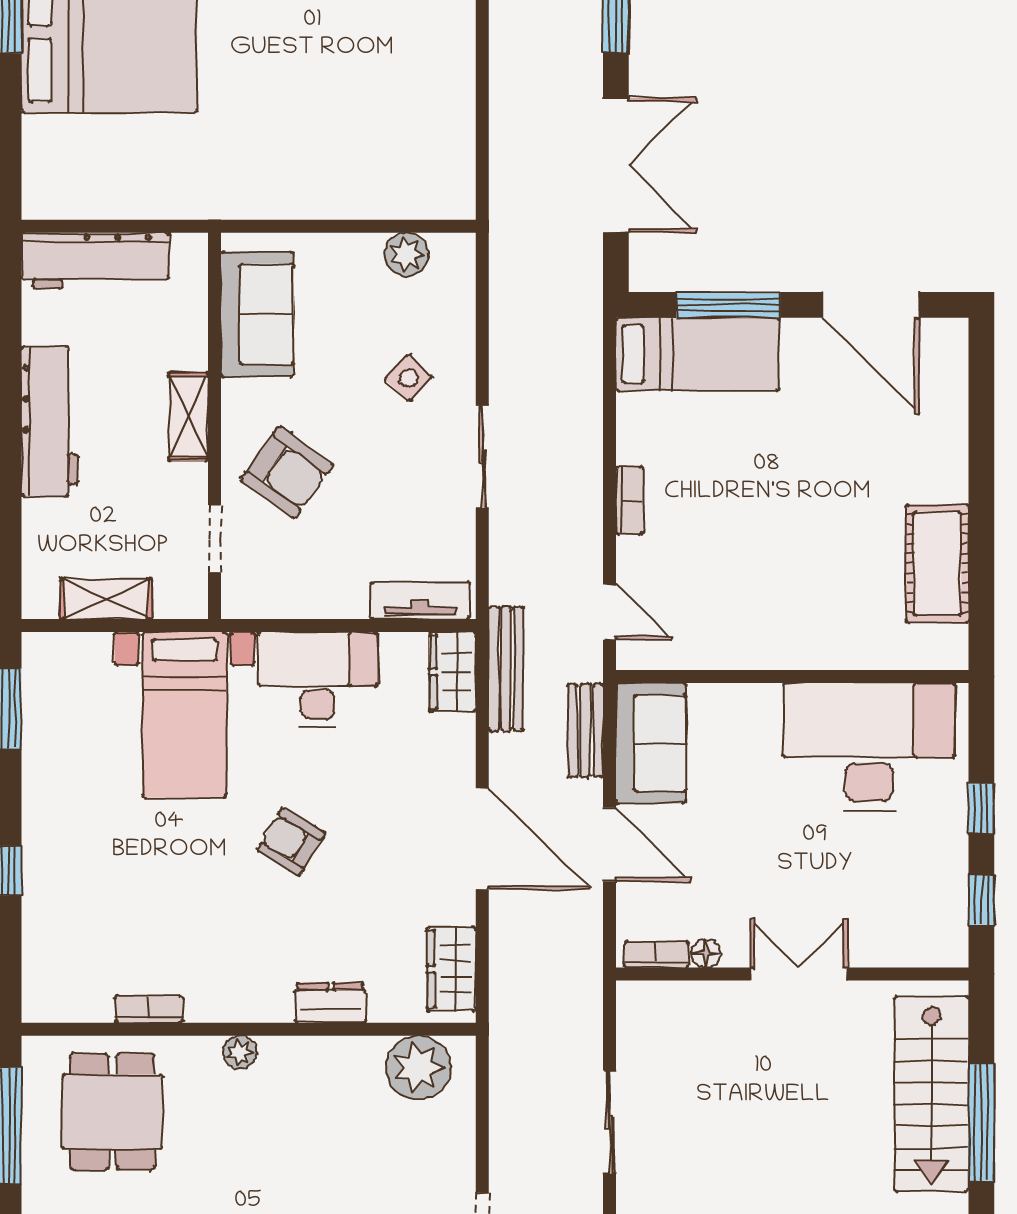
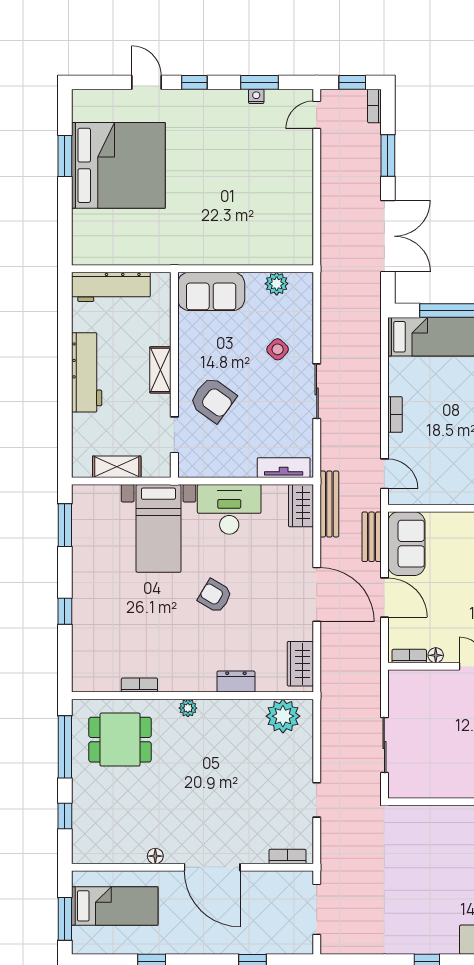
sofa: (257, 314) -> (211, 291), moved, turned 90
dining table: (112, 1112) -> (120, 740), turned 90

